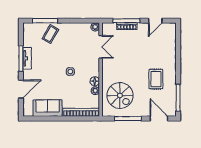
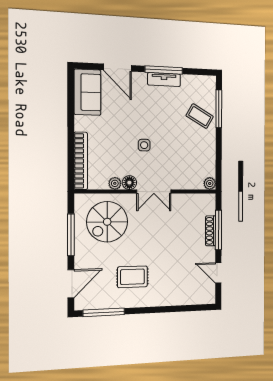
double door: (101, 47) -> (154, 192), moved
sofa: (48, 108) -> (87, 92), moved

